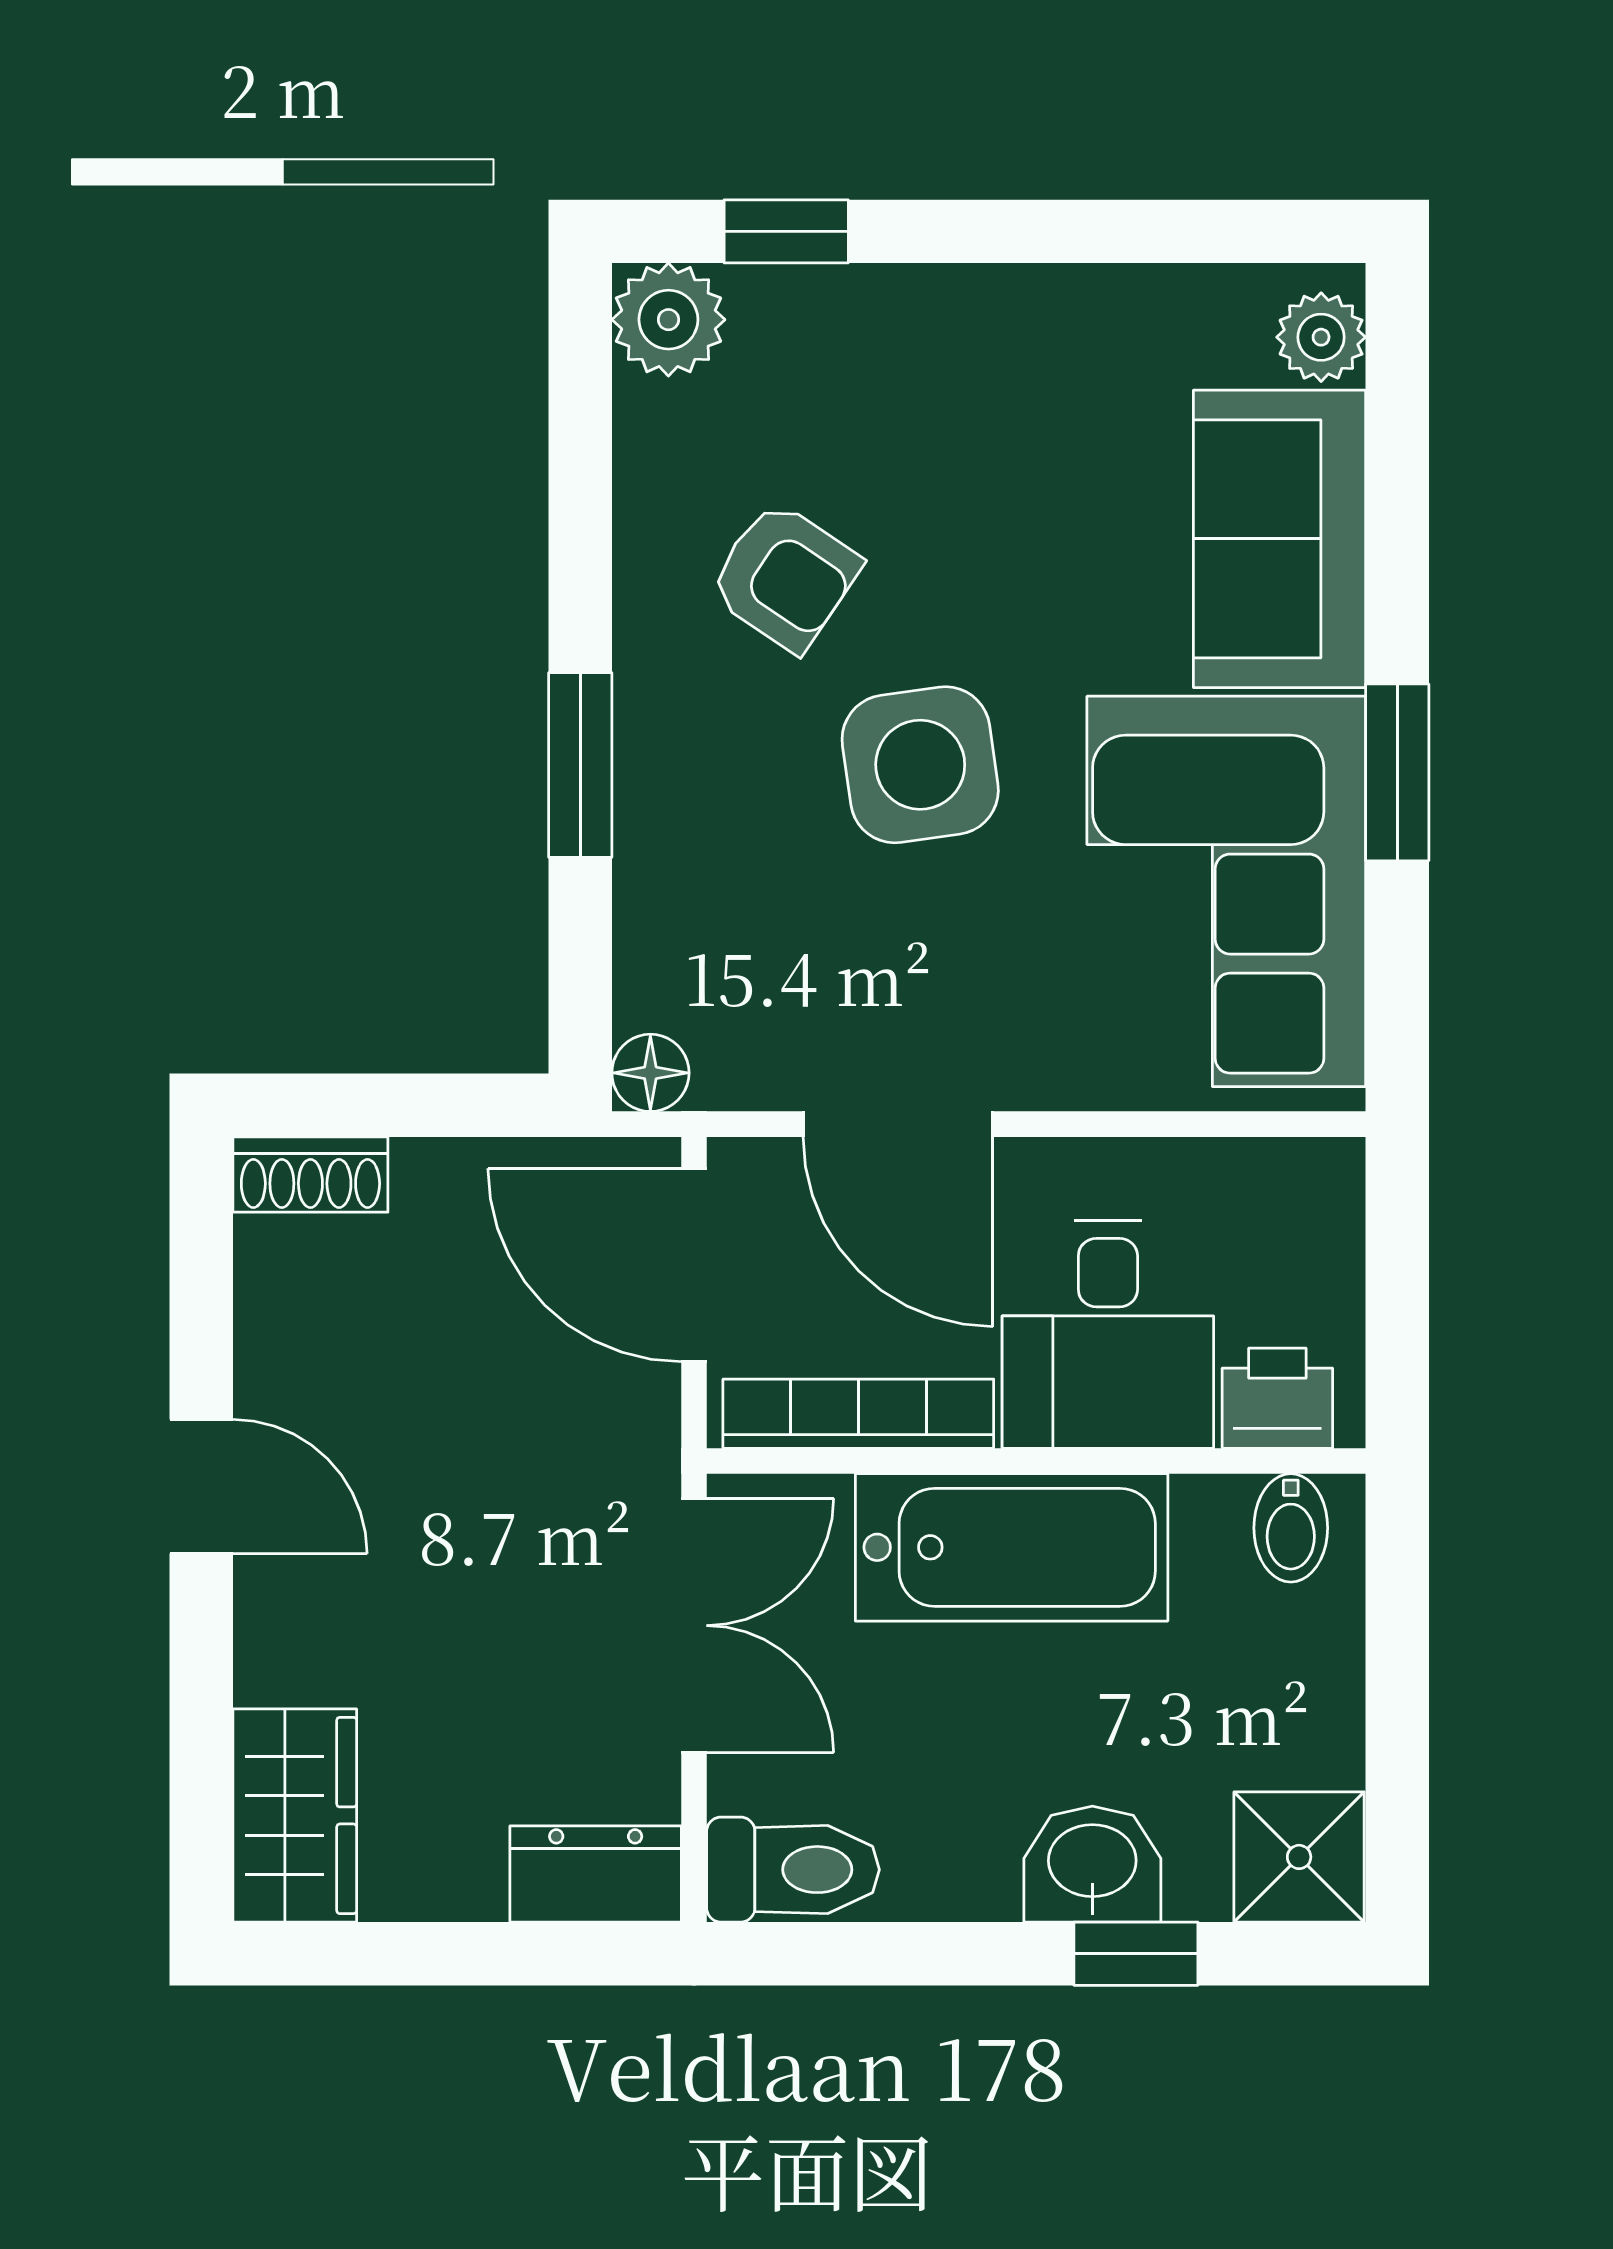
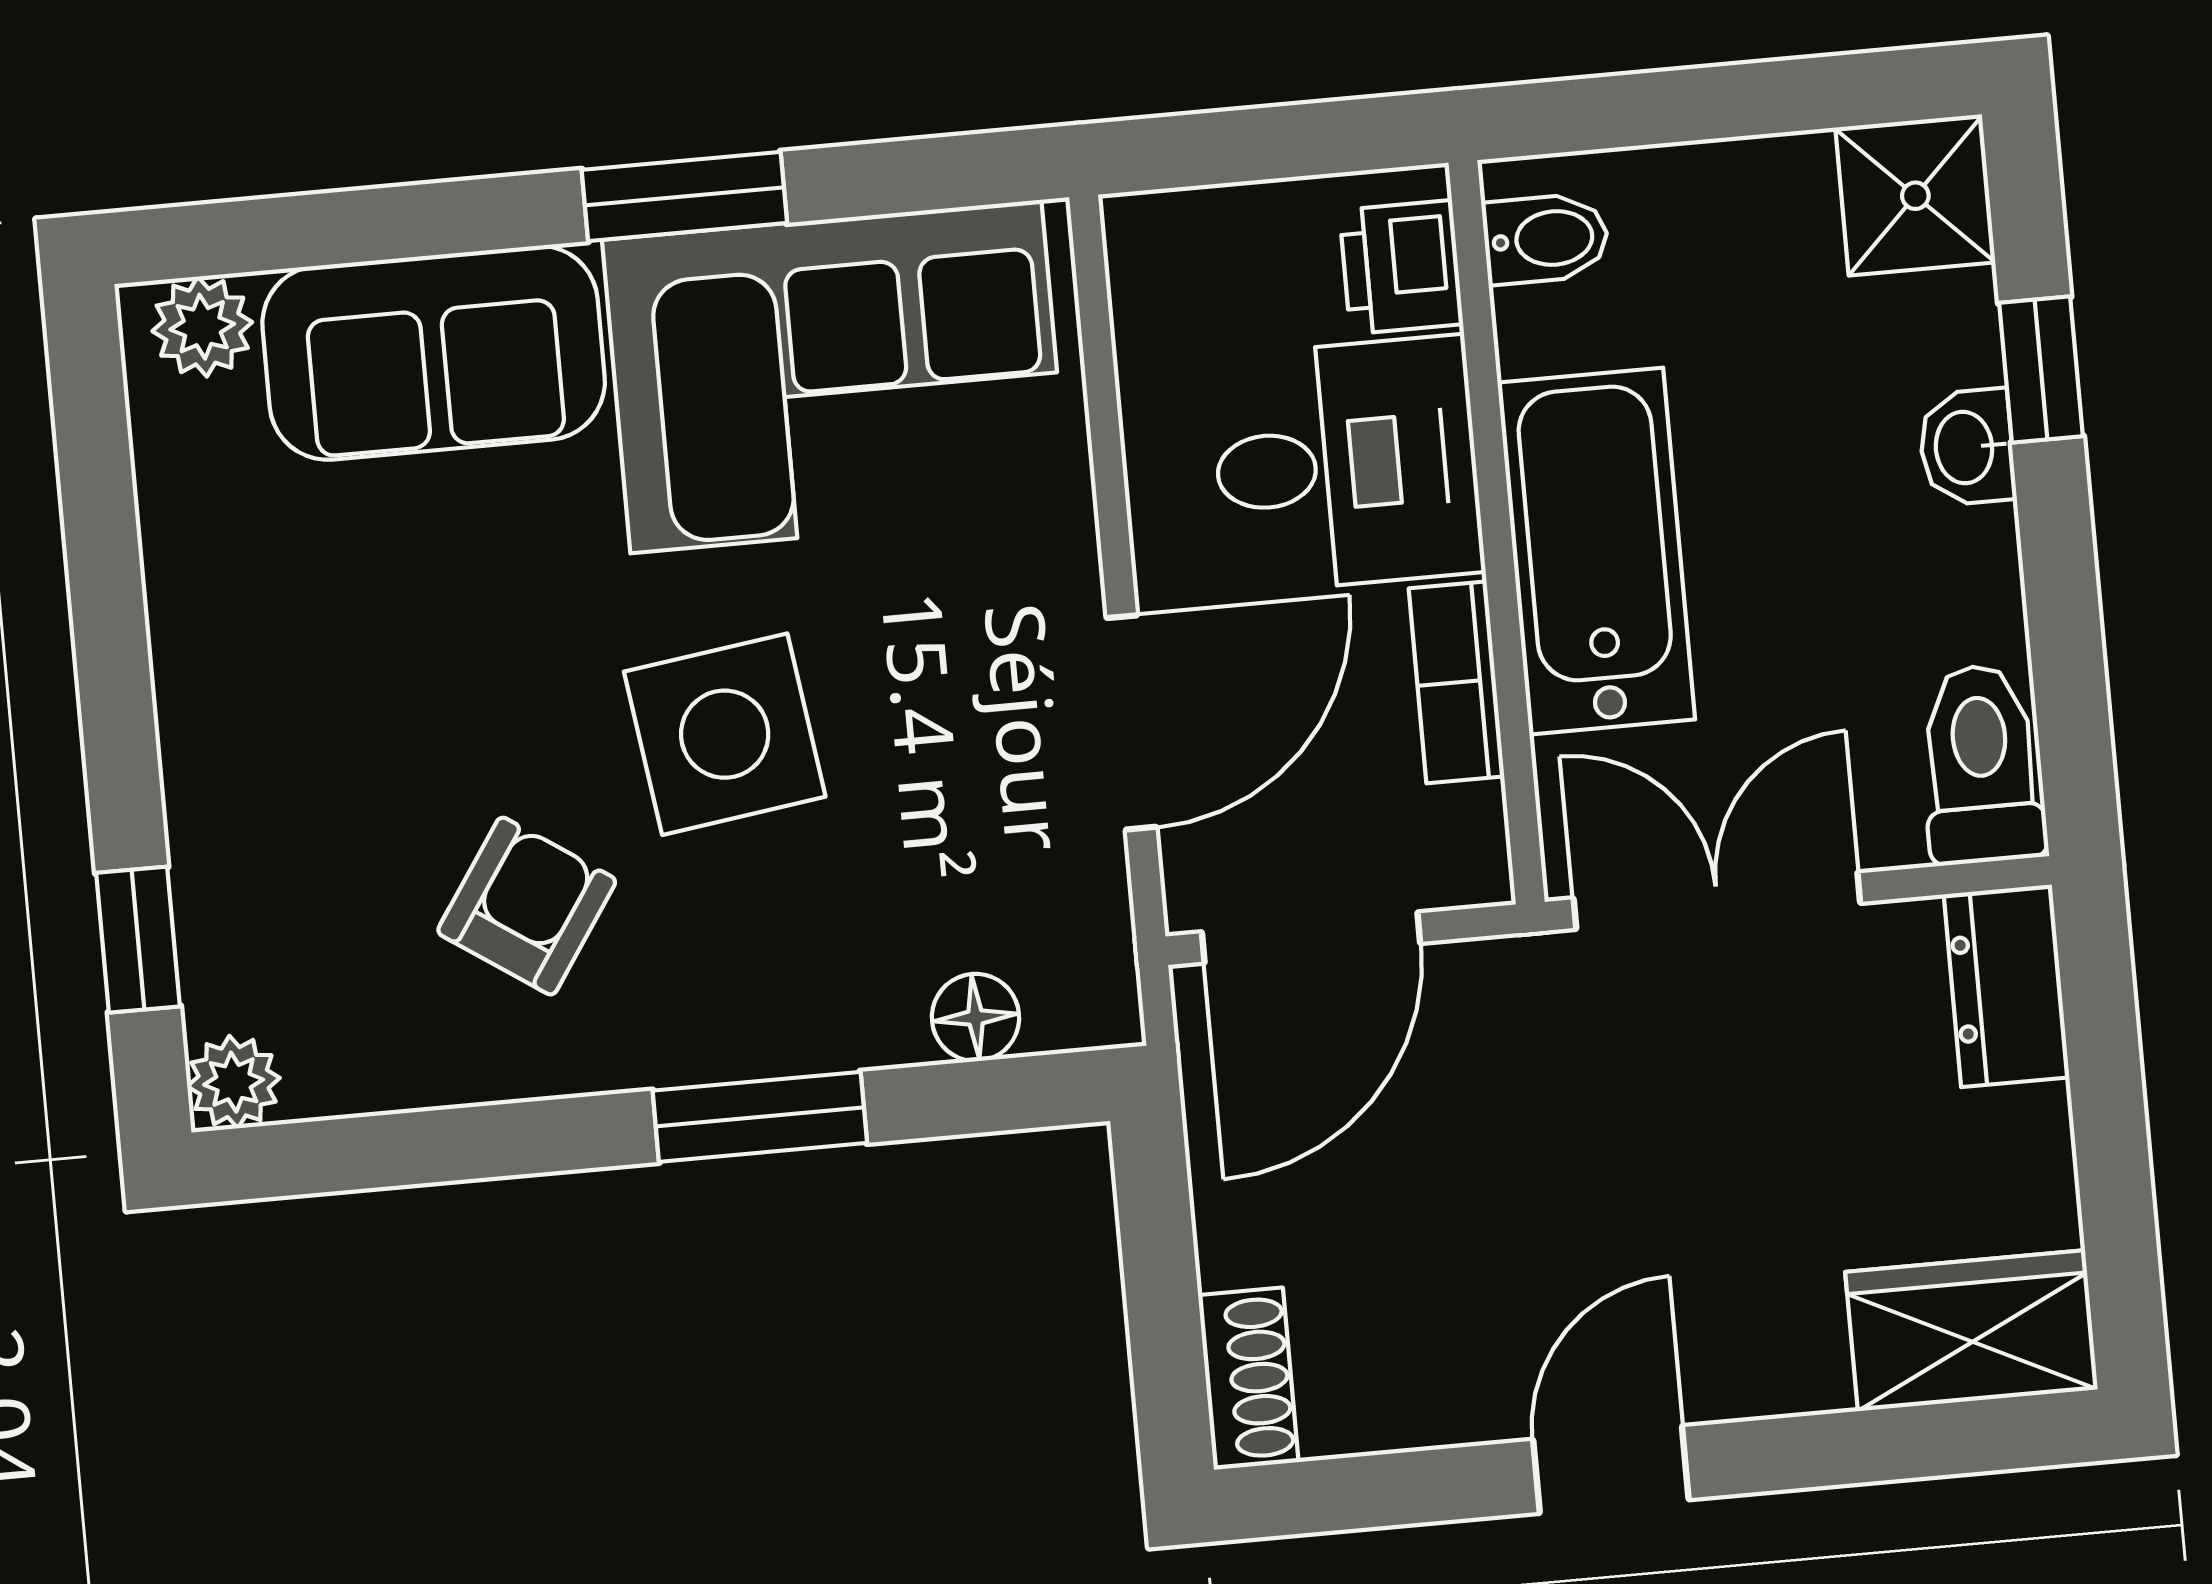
plant: (668, 320) -> (234, 1082), width x0.73, depth x0.73
floor lamp: (650, 1073) -> (976, 1017), moved
bookcase: (858, 1414) -> (1457, 682), width x0.64
washbasin: (1092, 1864) -> (1967, 447), width x0.72, depth x0.69

